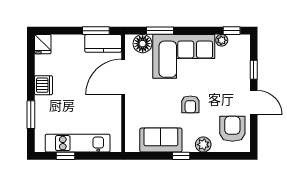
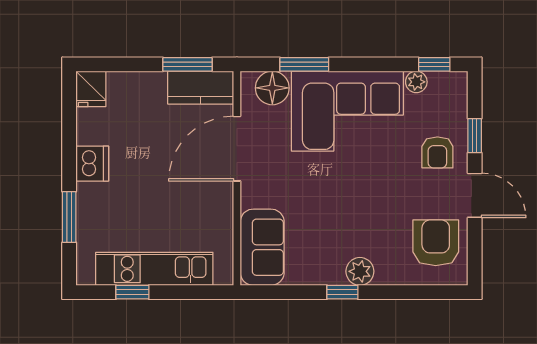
armchair: (190, 104) -> (437, 152), moved
sofa: (161, 140) -> (262, 247), moved, turned 90
plant: (203, 145) -> (360, 271), moved

